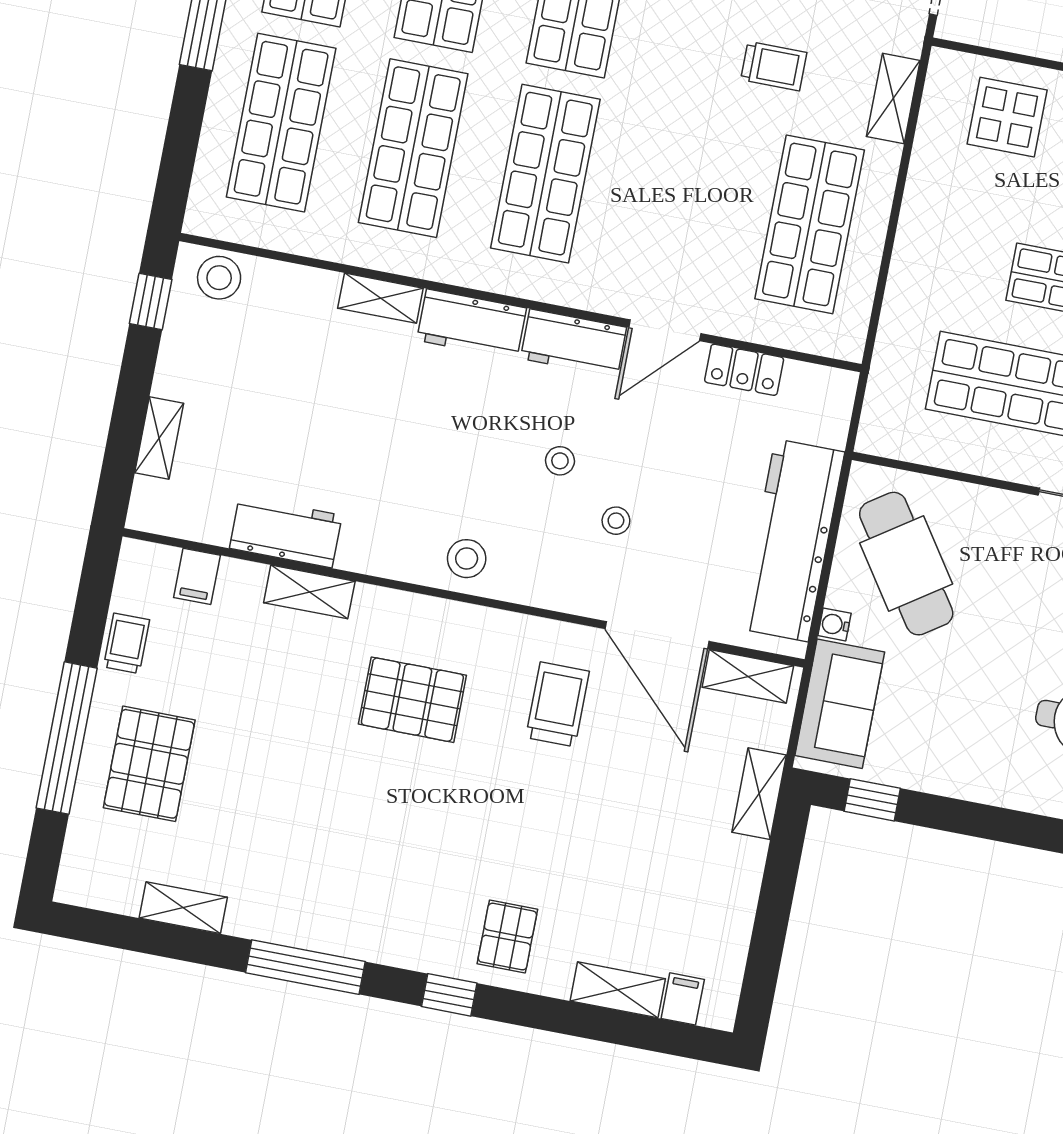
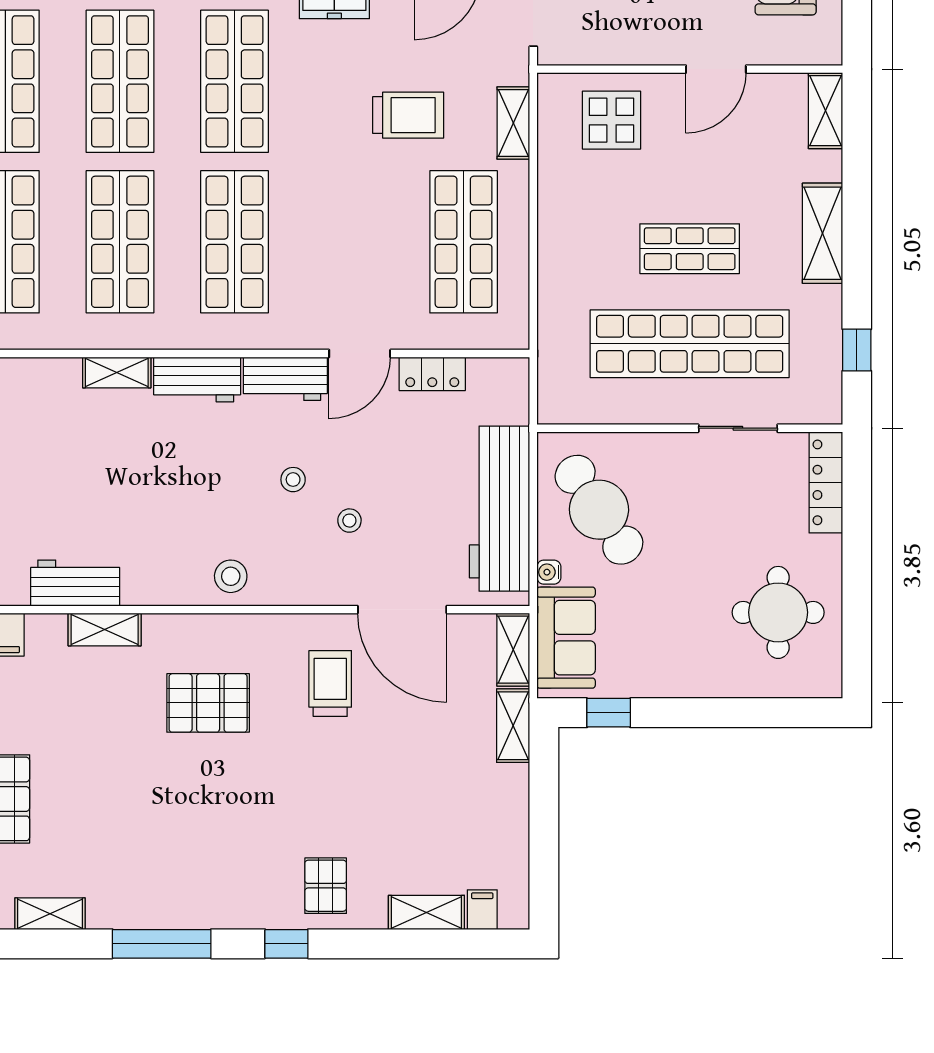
trolley: (774, 66) -> (408, 115), width x1.36, depth x1.39
shelving: (748, 676) -> (513, 650), moved, turned 90

